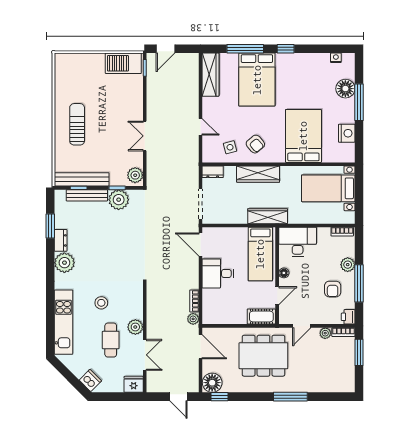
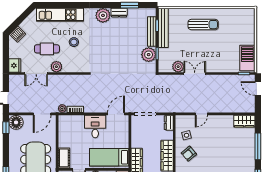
wardrobe: (210, 75) -> (244, 121), width x0.67
bed: (257, 80) -> (236, 155), removed
plant: (135, 175) -> (178, 67), moved

